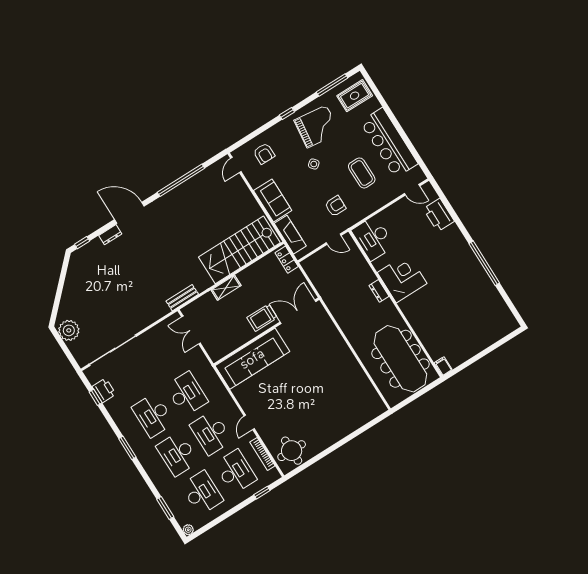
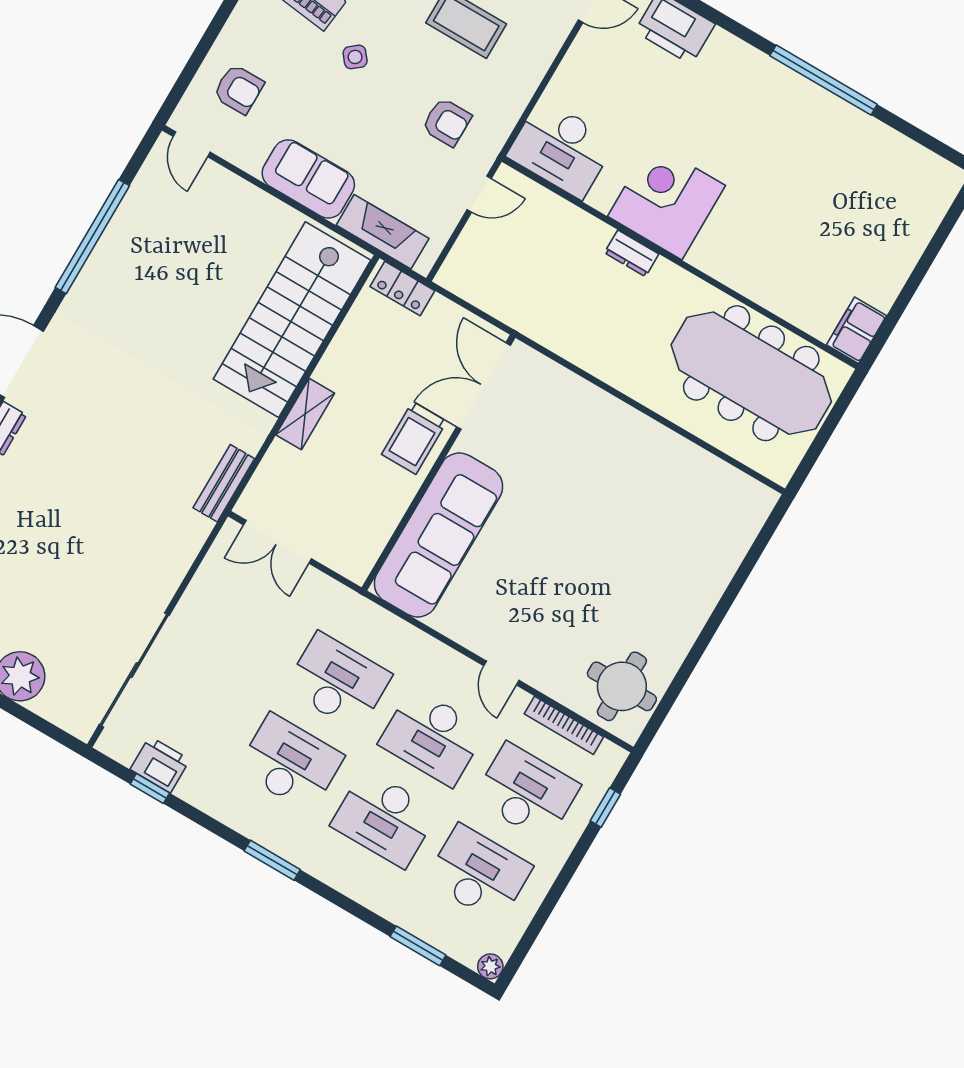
armchair: (335, 206) -> (447, 122), turned 90
filing cabinet: (443, 366) -> (857, 330), width x2.00
desk: (153, 415) -> (290, 763), turned 180

